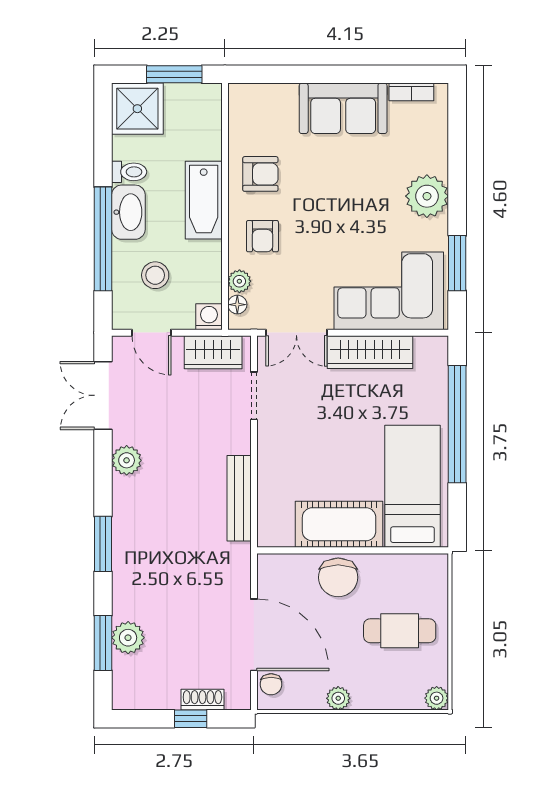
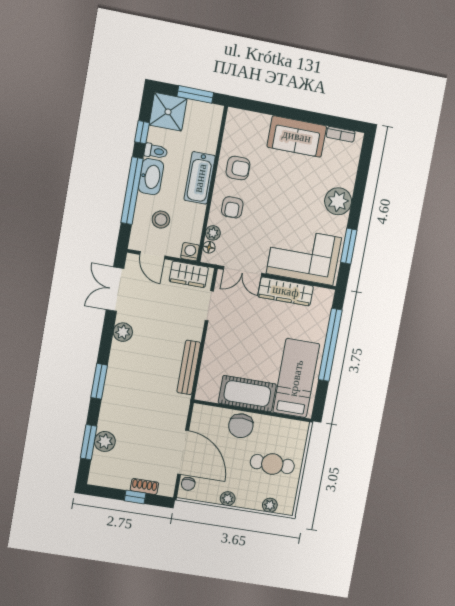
window: (103, 147) -> (142, 132), added
plant: (437, 698) -> (270, 505), moved

